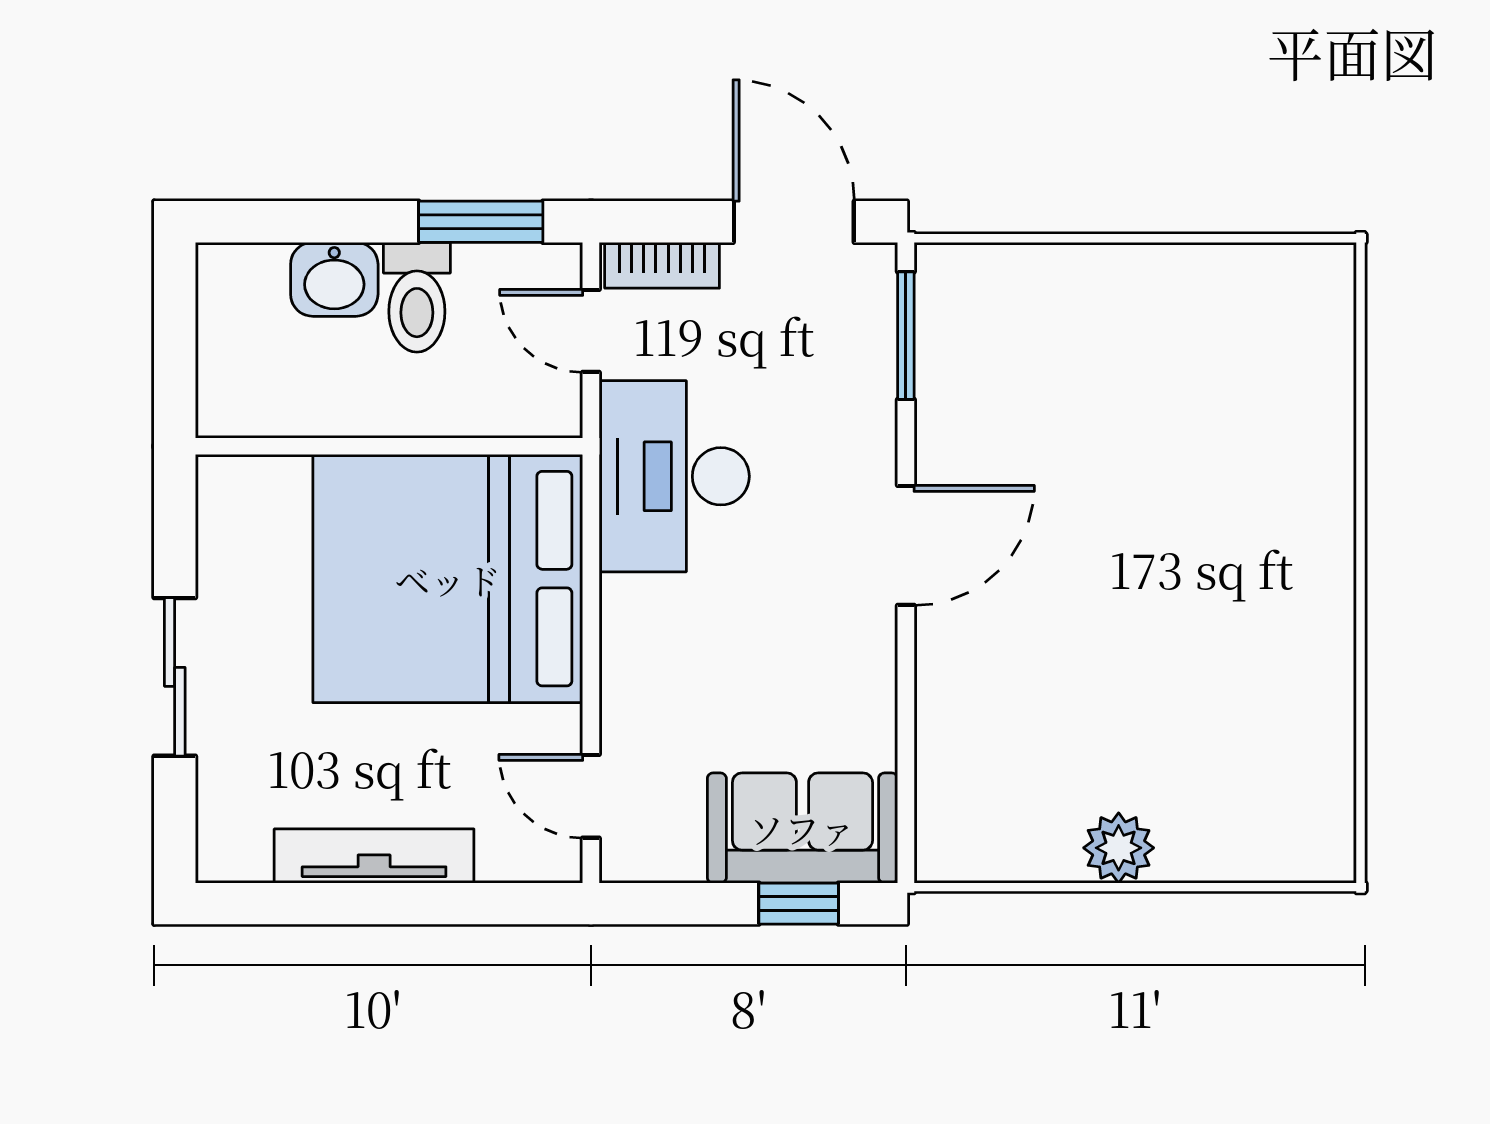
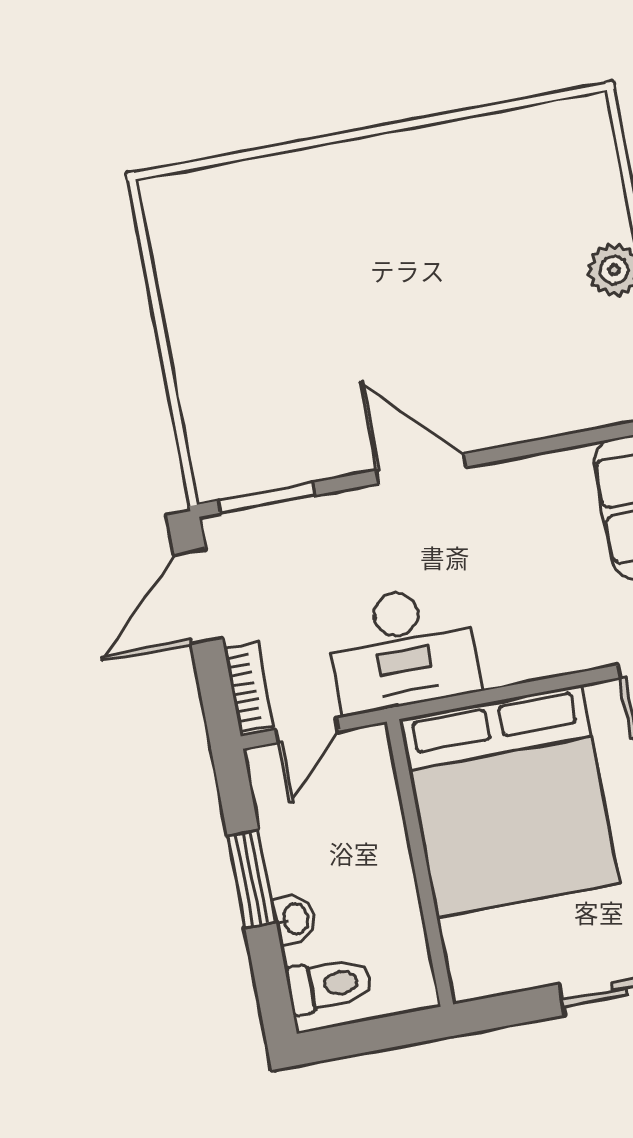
window: (481, 222) -> (252, 879), moved
washbasin: (334, 279) -> (294, 919), width x0.72, depth x0.69
toilet: (417, 297) -> (329, 985), moved

